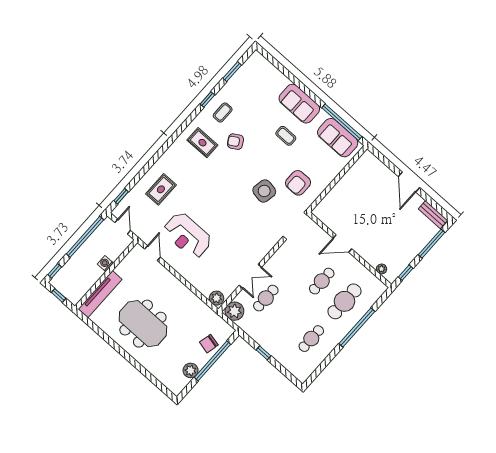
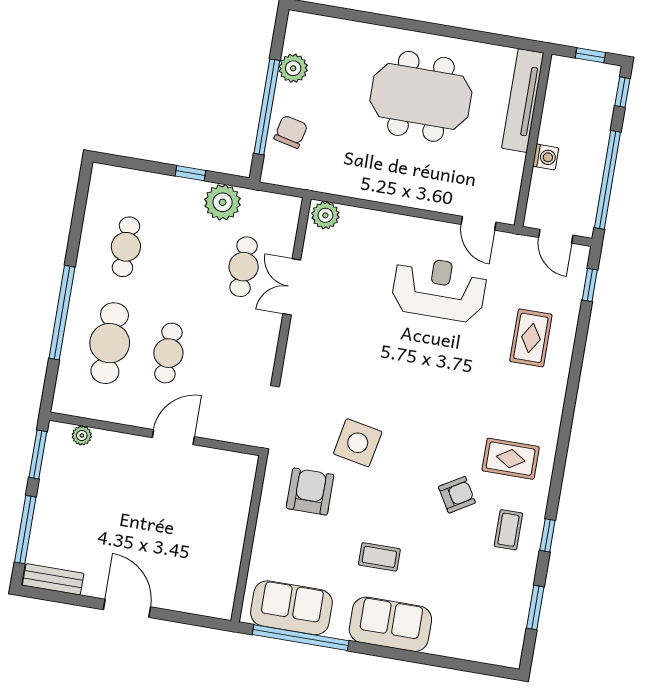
window: (406, 273) -> (38, 454), width x1.50
plant: (234, 311) -> (223, 202), moved

